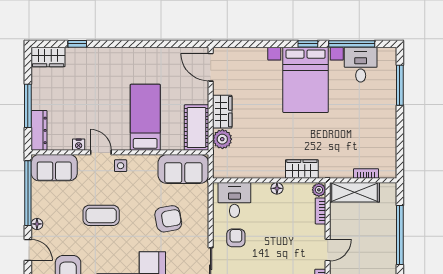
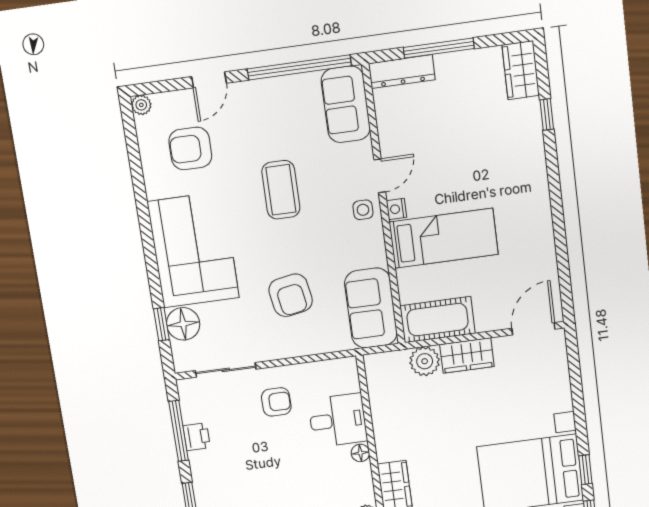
nightstand: (79, 145) -> (396, 209), moved
desk: (234, 200) -> (338, 420), moved
floor lamp: (37, 224) -> (252, 89), removed

